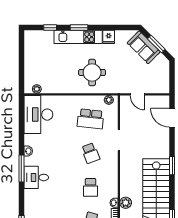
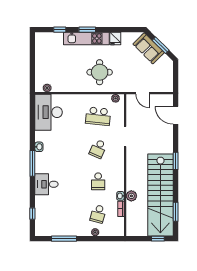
school desk: (91, 153) -> (98, 149), turned 45
desk: (36, 177) -> (47, 184), moved

